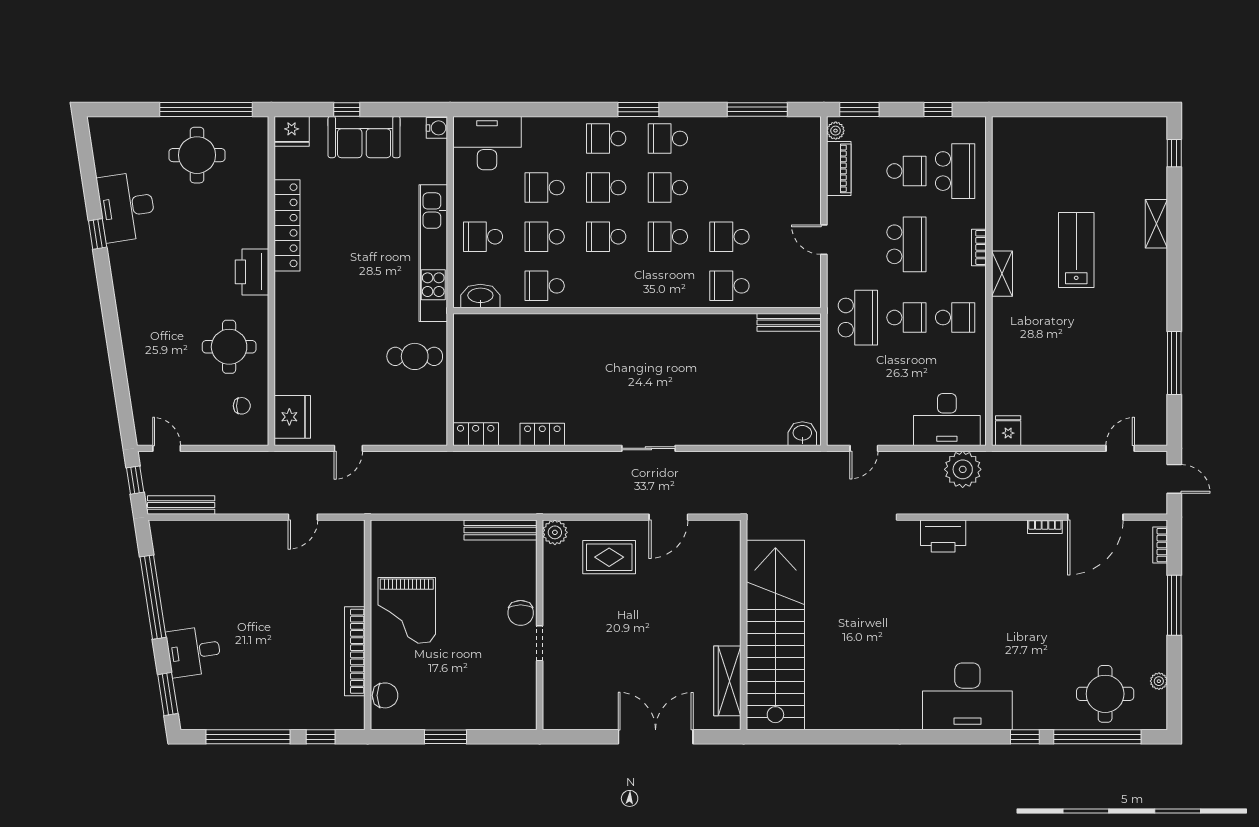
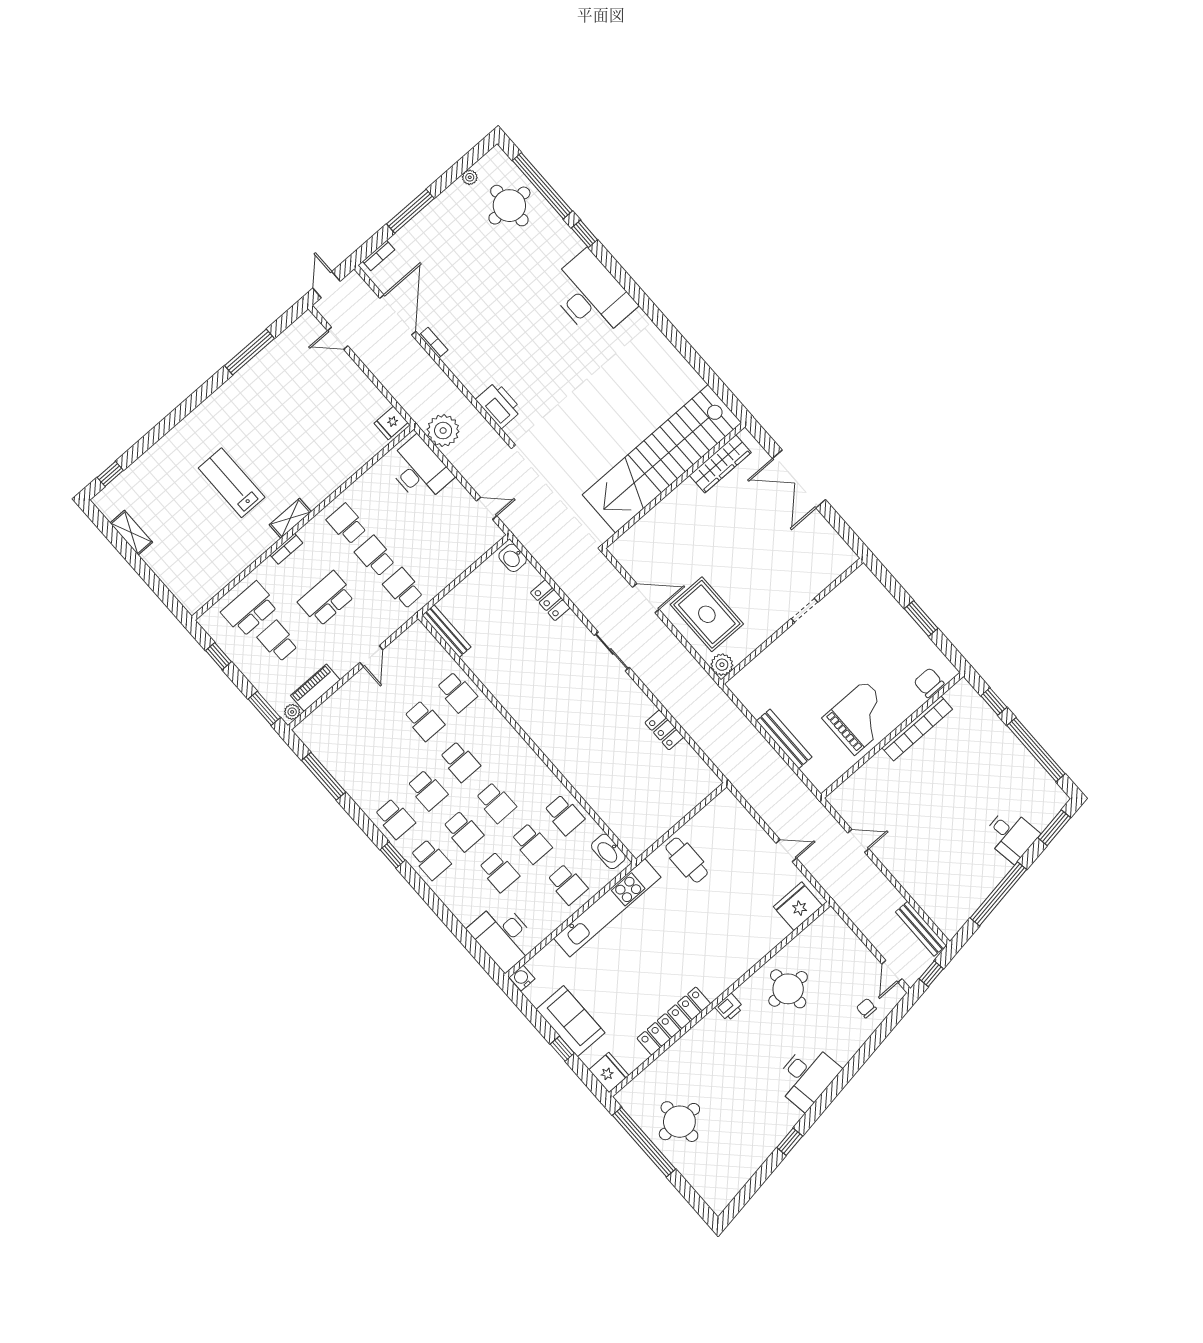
window: (638, 109) -> (393, 855), width x0.67
desk: (127, 207) -> (807, 1076), moved
shelving: (1156, 224) -> (131, 533), moved, turned 90
lab bench: (1076, 250) -> (232, 483), turned 90
printer: (252, 272) -> (729, 1007), width x0.53, depth x0.68
school desk: (858, 318) -> (403, 588), width x0.54
chair: (242, 406) -> (866, 1008), moved
locker: (476, 434) -> (550, 600), moved
door: (1095, 517) -> (398, 315), hinge flipped
bench: (500, 530) -> (784, 739), moved
rug: (609, 557) -> (707, 614), width x1.36, depth x1.43
chair: (521, 613) -> (795, 641), removed

